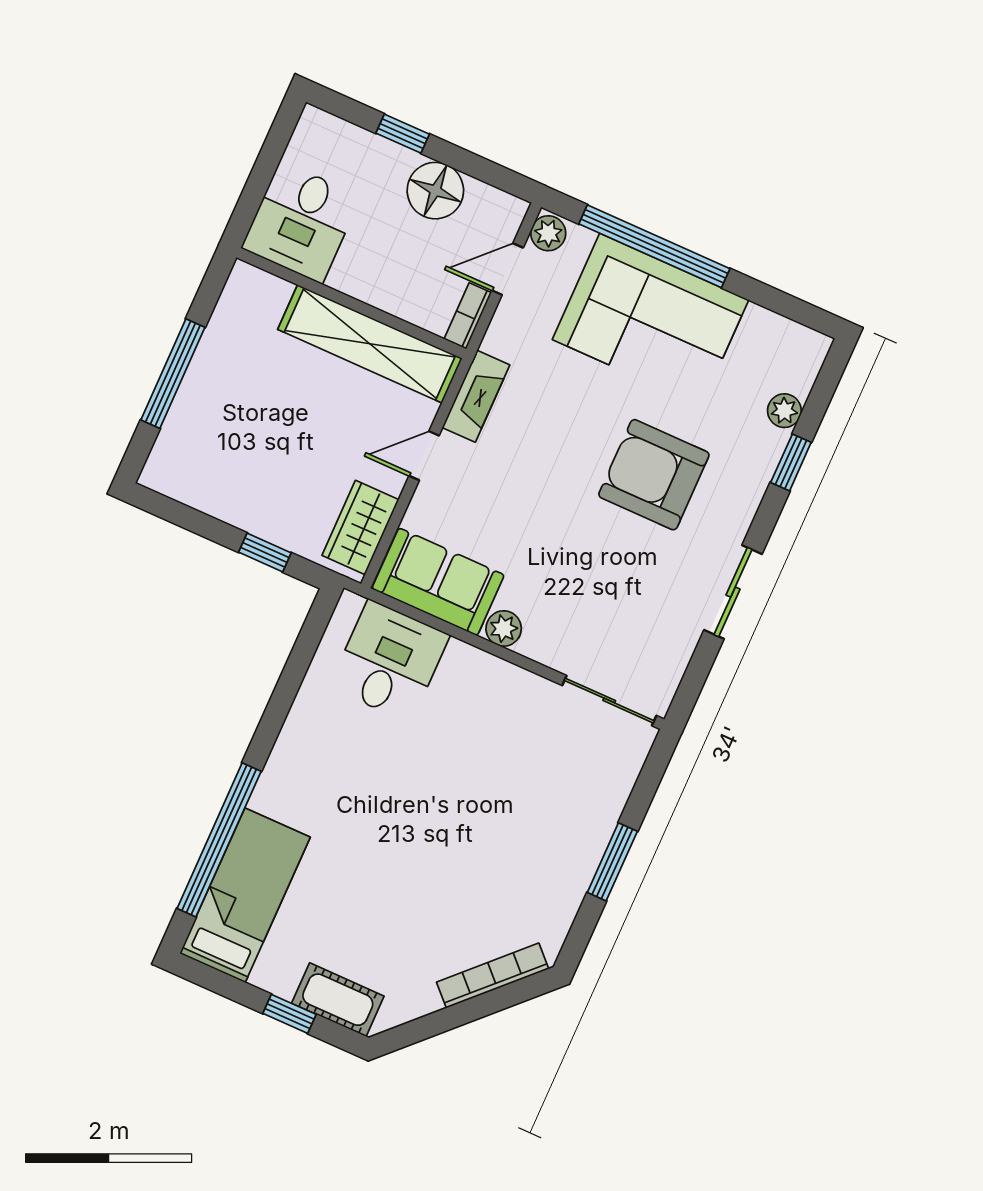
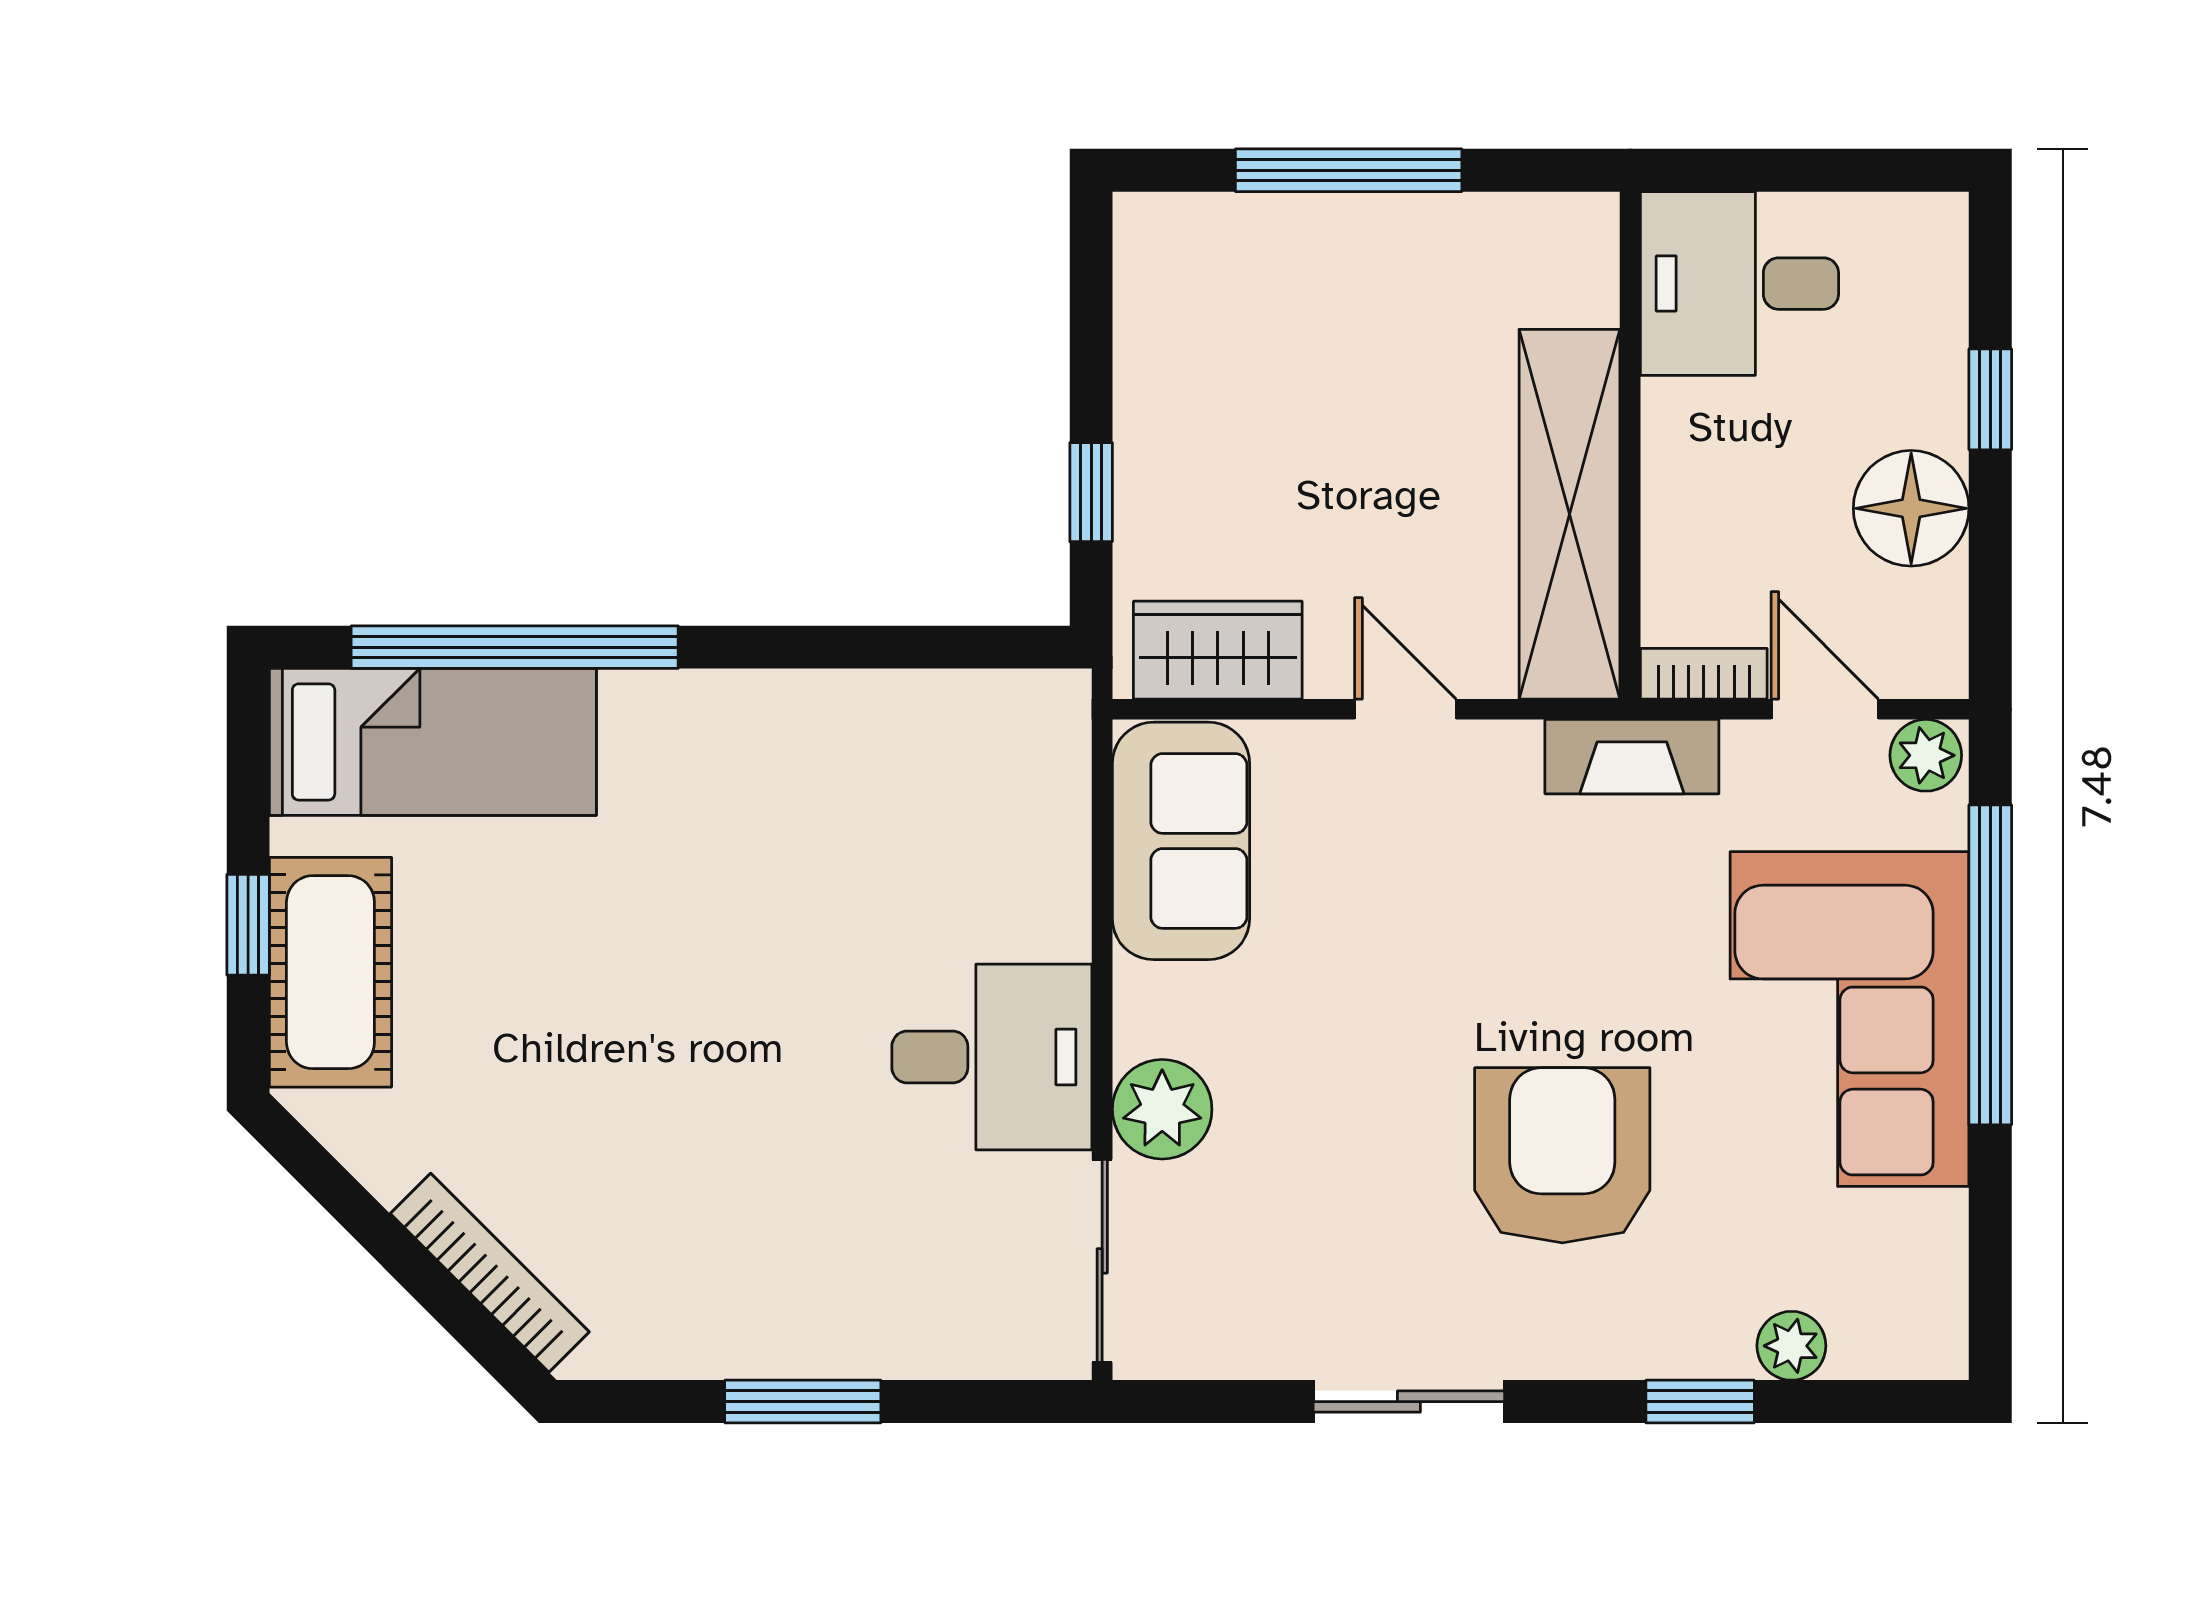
fireplace: (476, 396) -> (1632, 757), moved
plant: (504, 629) -> (1162, 1109), moved, width x1.38, depth x1.38
desk: (389, 661) -> (992, 1057), moved
cot: (338, 1000) -> (330, 972), width x1.37, depth x1.34

